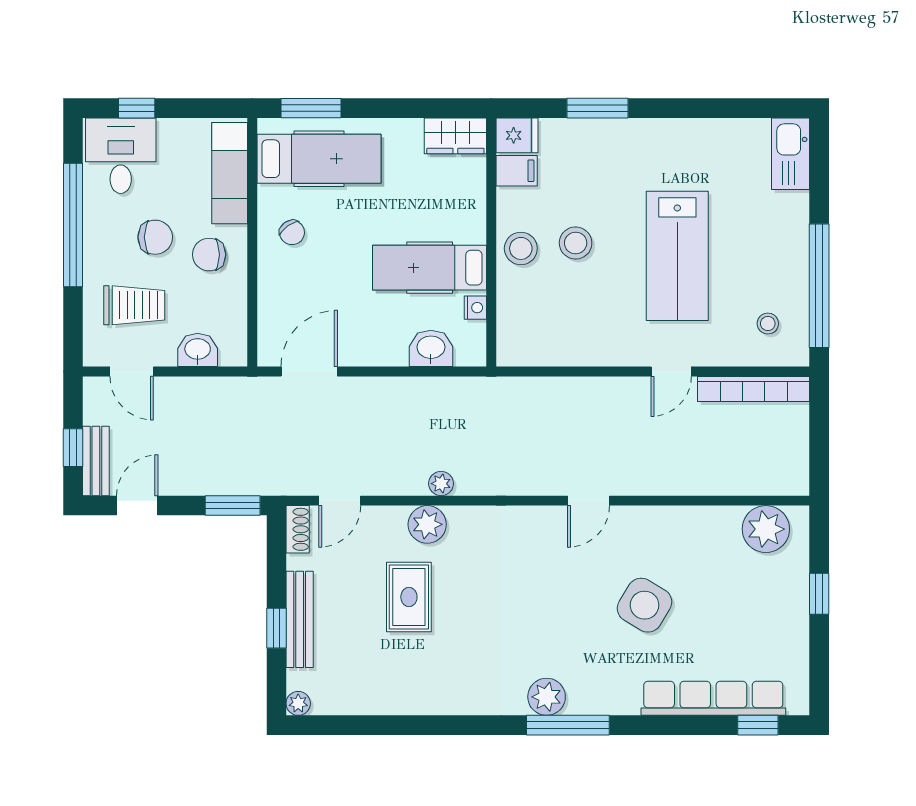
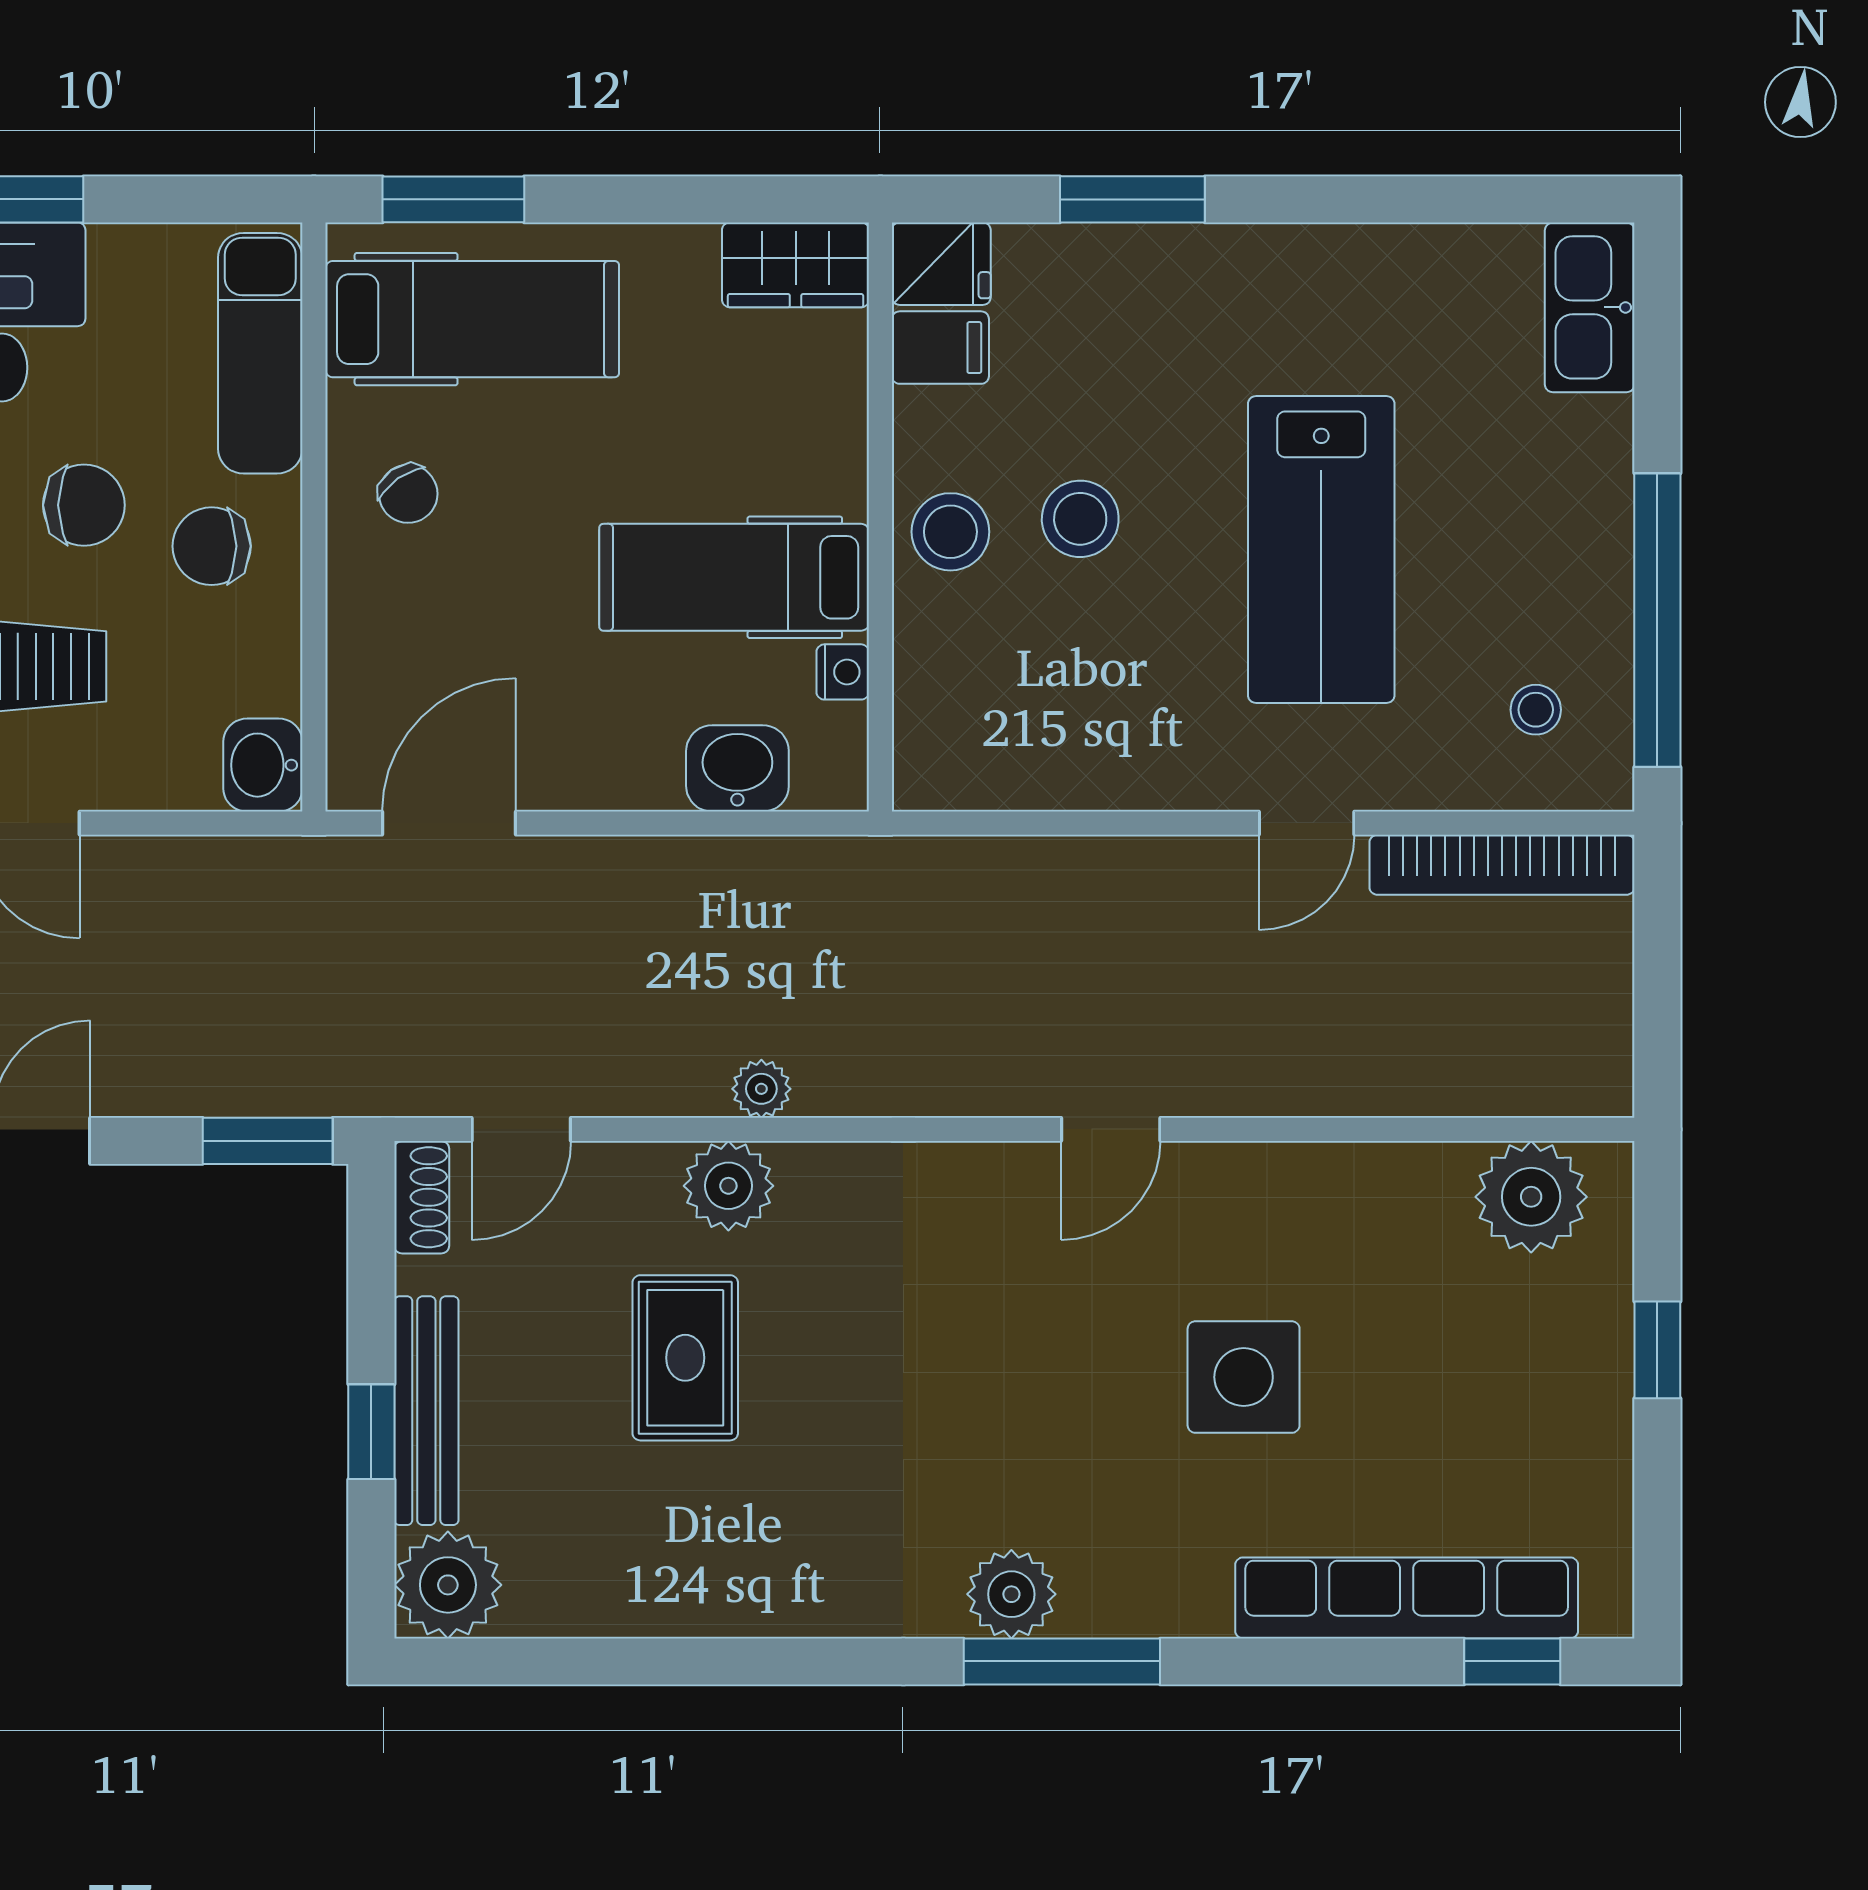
washbasin: (198, 350) -> (263, 765), moved, turned -90
side table: (645, 605) -> (1244, 1377), turned -31
plant: (298, 703) -> (448, 1585), width x1.88, depth x1.88

